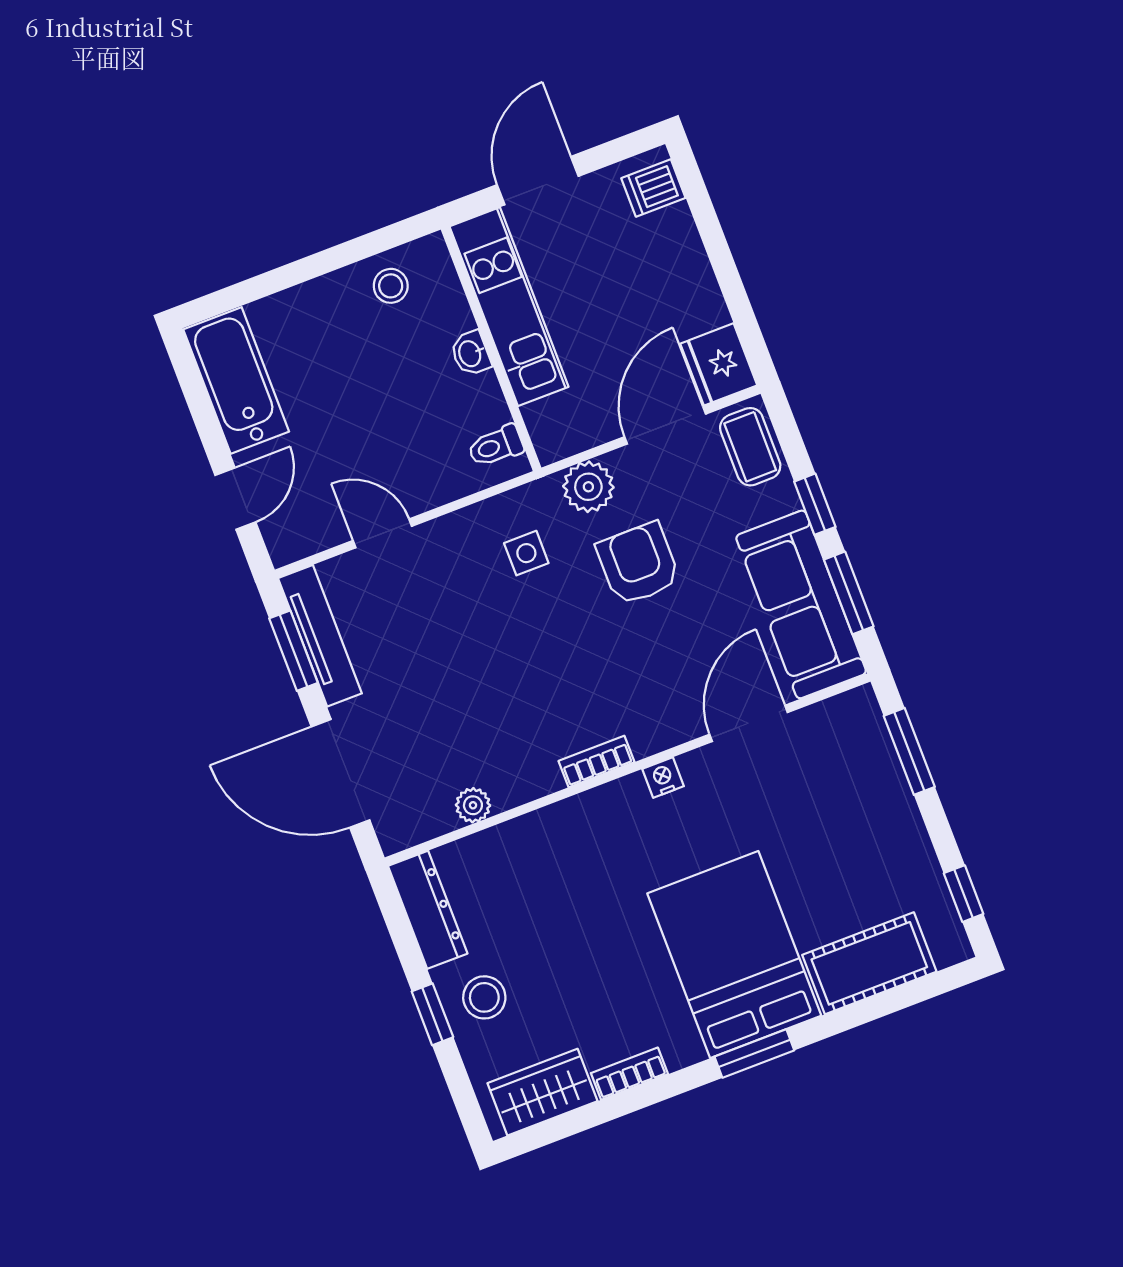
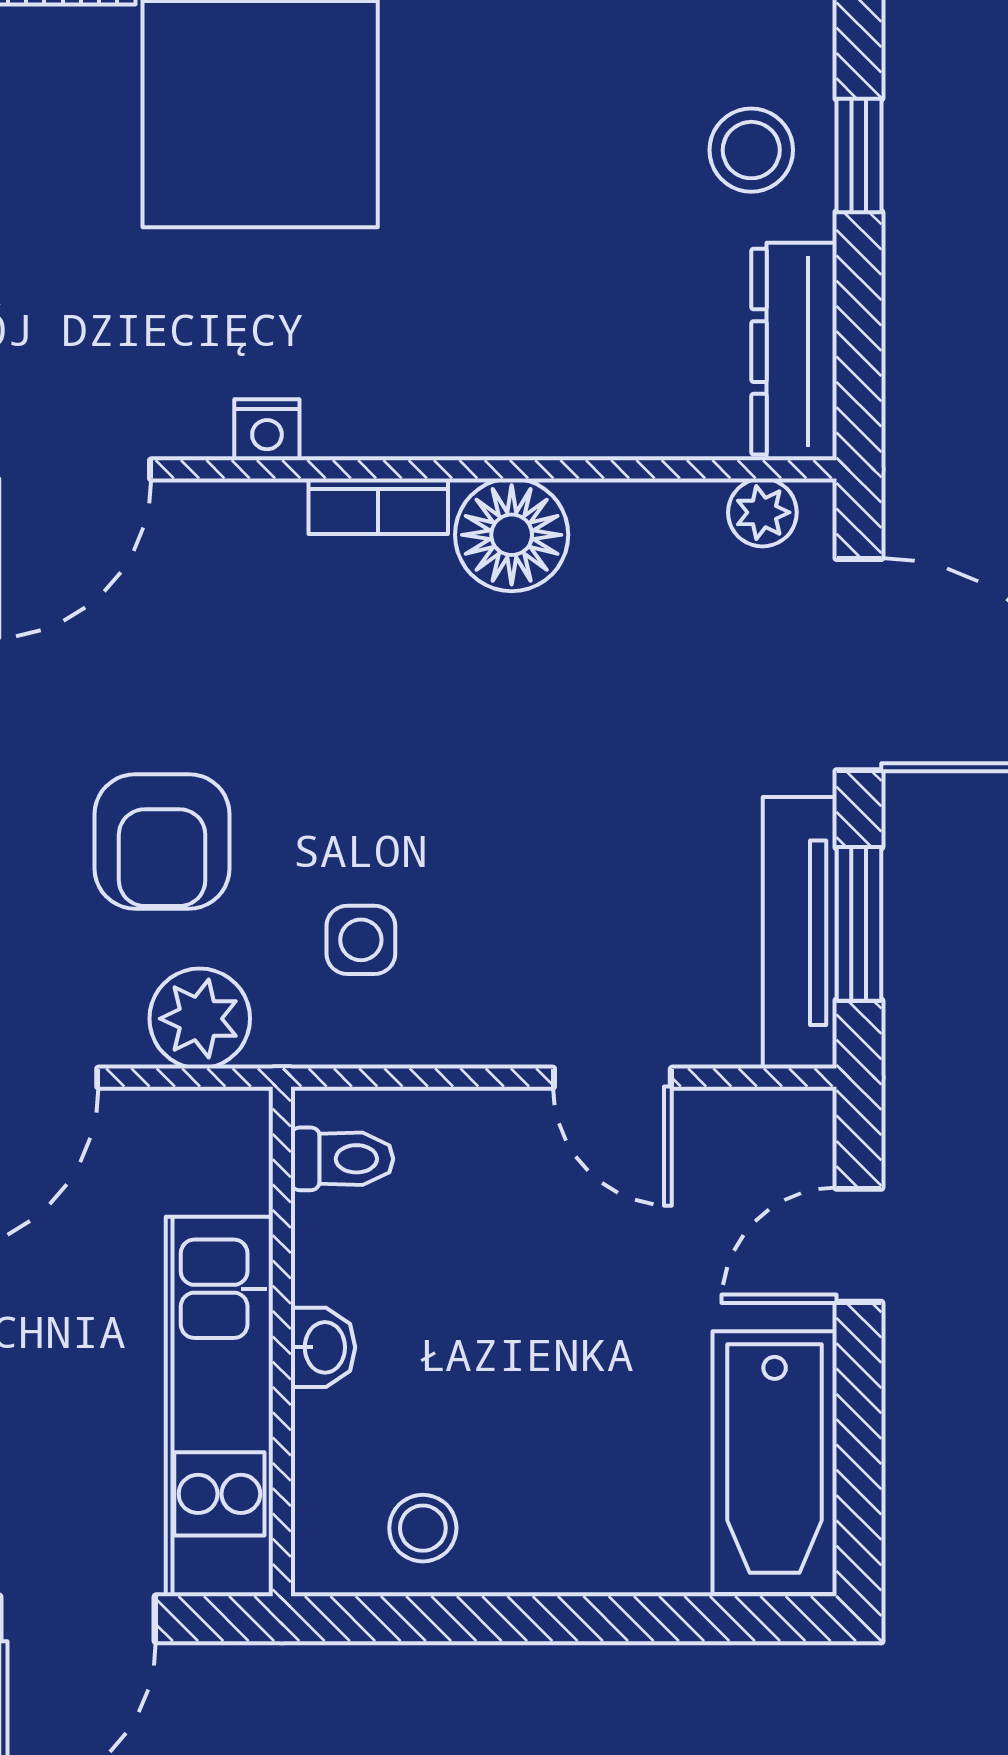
floor lamp: (528, 772) -> (512, 535), added
plant: (473, 805) -> (762, 512), moved

